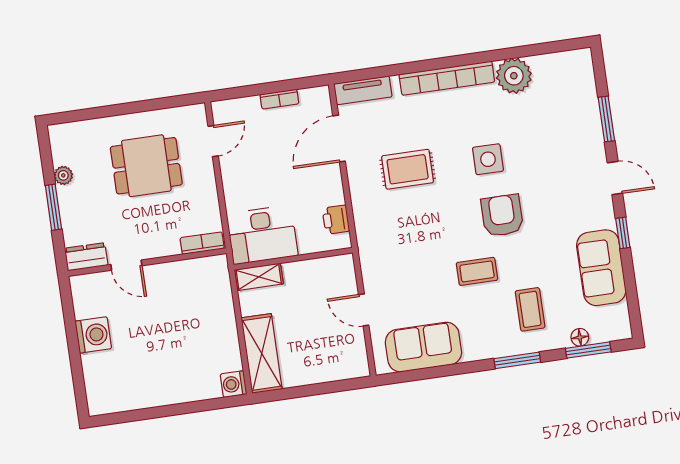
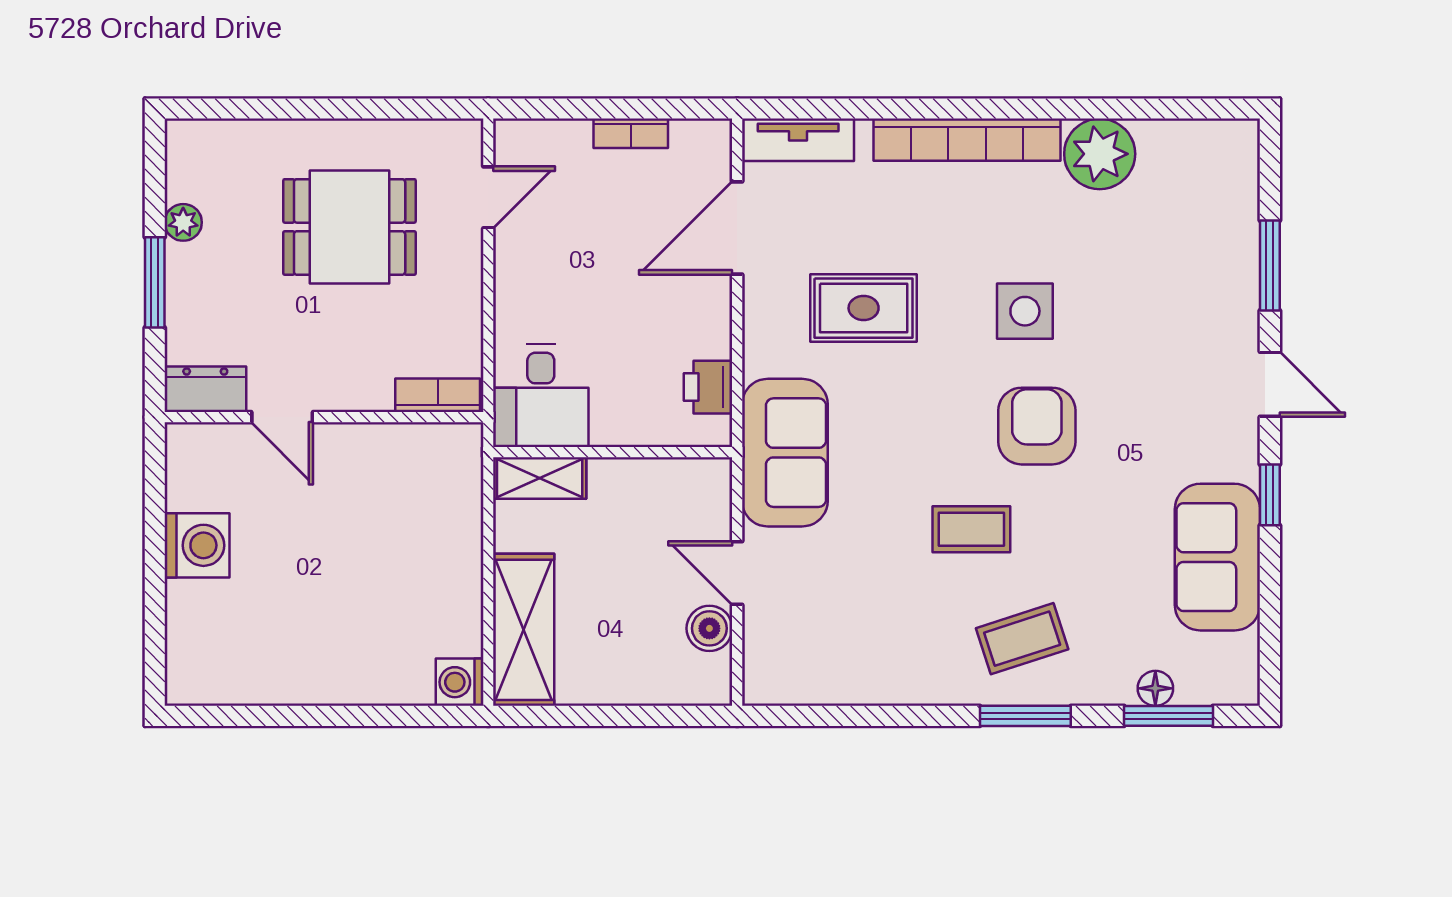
desk: (262, 235) -> (541, 396), width x0.73
coffee table: (530, 309) -> (1022, 639), moved, turned 72
boiler: (354, 339) -> (709, 628), added
sofa: (423, 347) -> (785, 453), moved, turned 90

